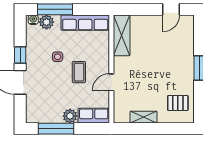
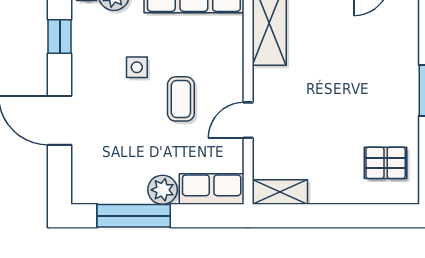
window: (20, 55) -> (60, 36), moved
shelving: (143, 117) -> (280, 192), moved

